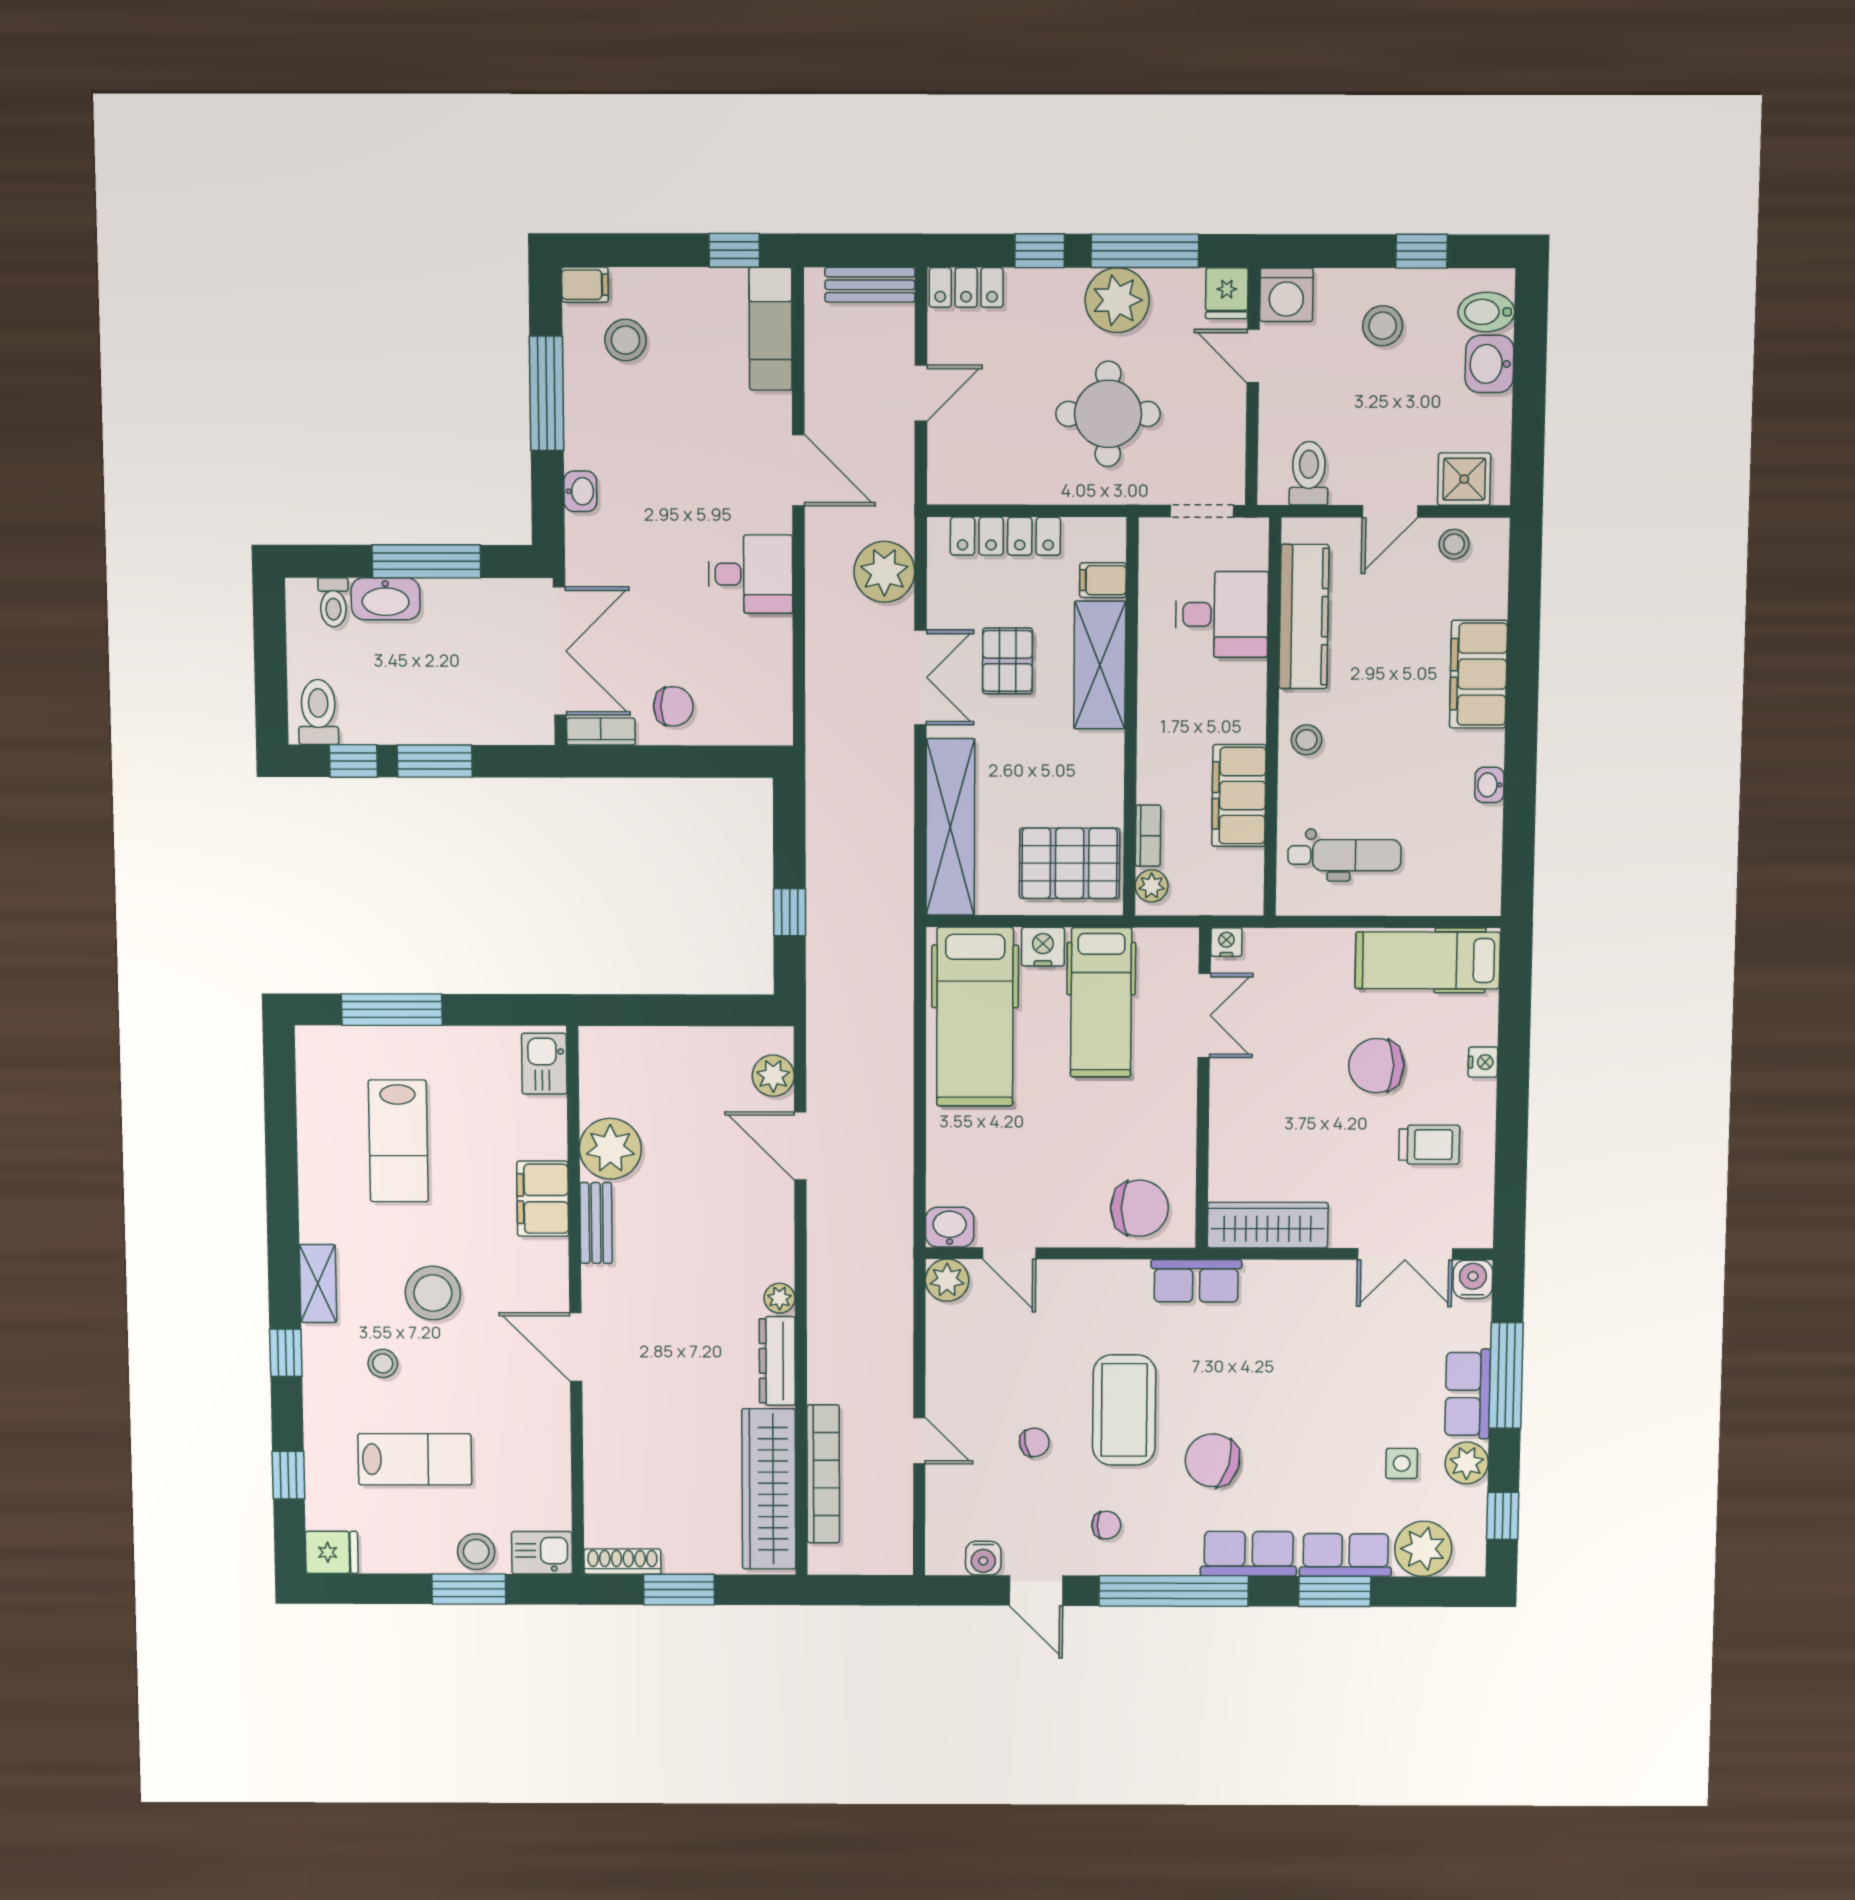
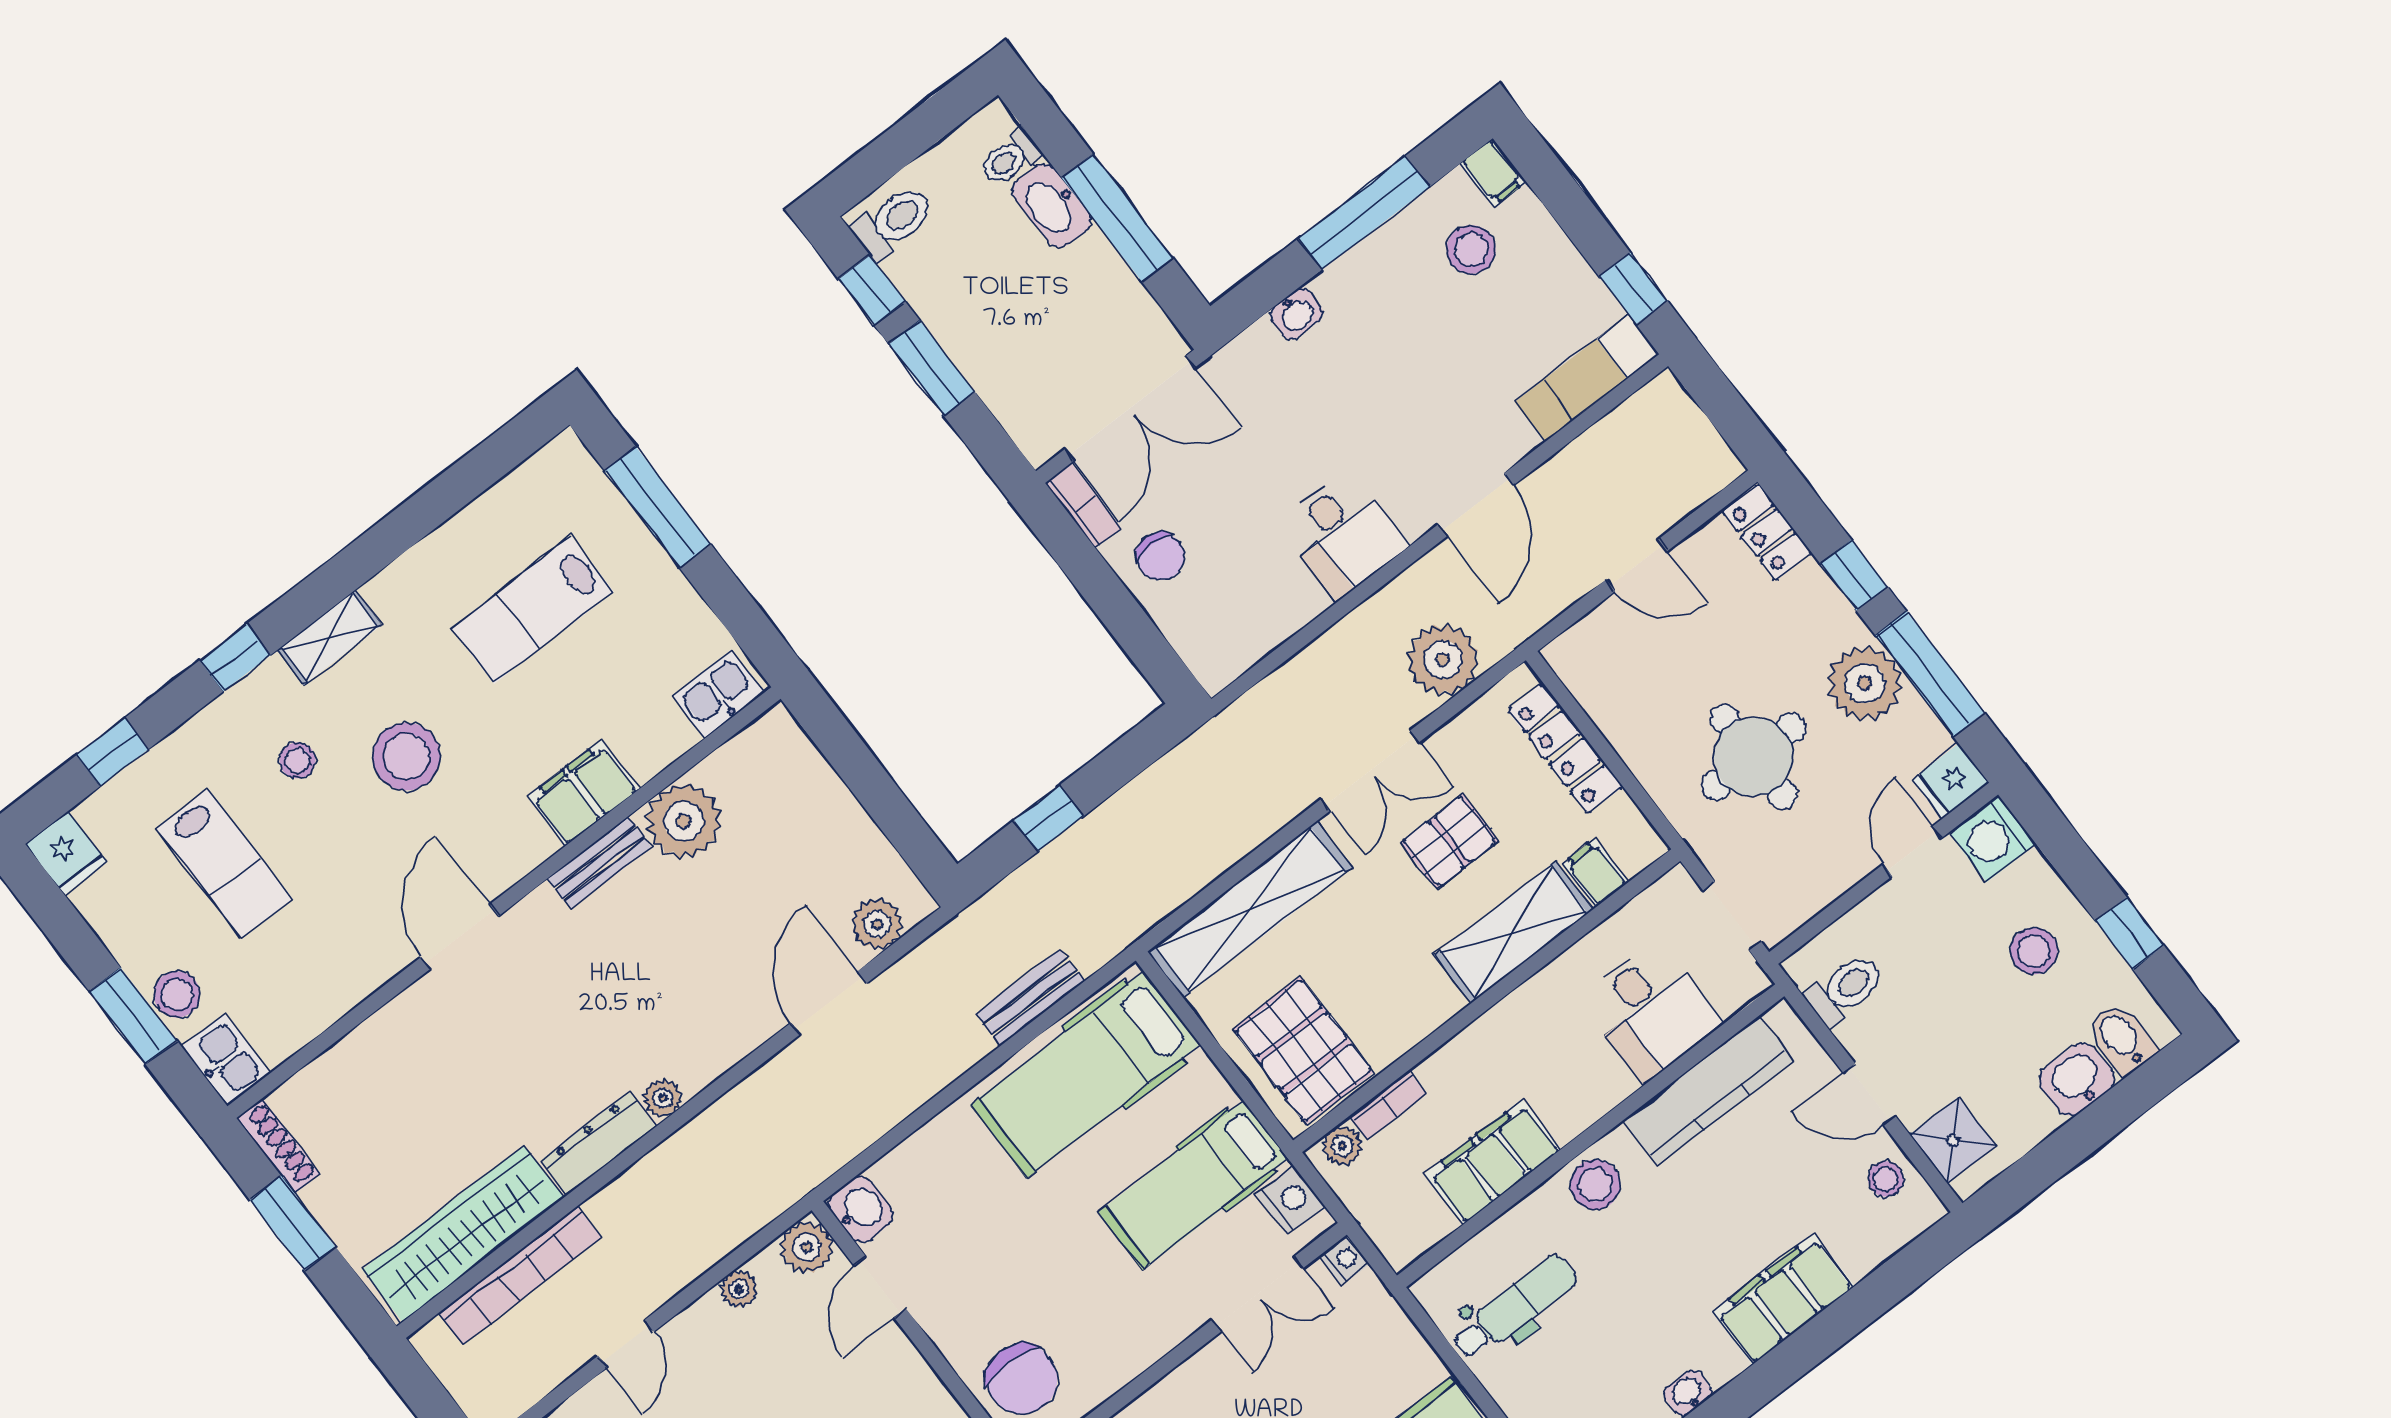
bench: (870, 285) -> (1030, 998), moved, turned 90
stool: (1306, 740) -> (1595, 1185), width x1.37, depth x1.37
dental chair: (1344, 855) -> (1514, 1307), turned -90
nightstand: (1043, 947) -> (1290, 1200), moved
plant: (940, 1343) -> (739, 1289), added

